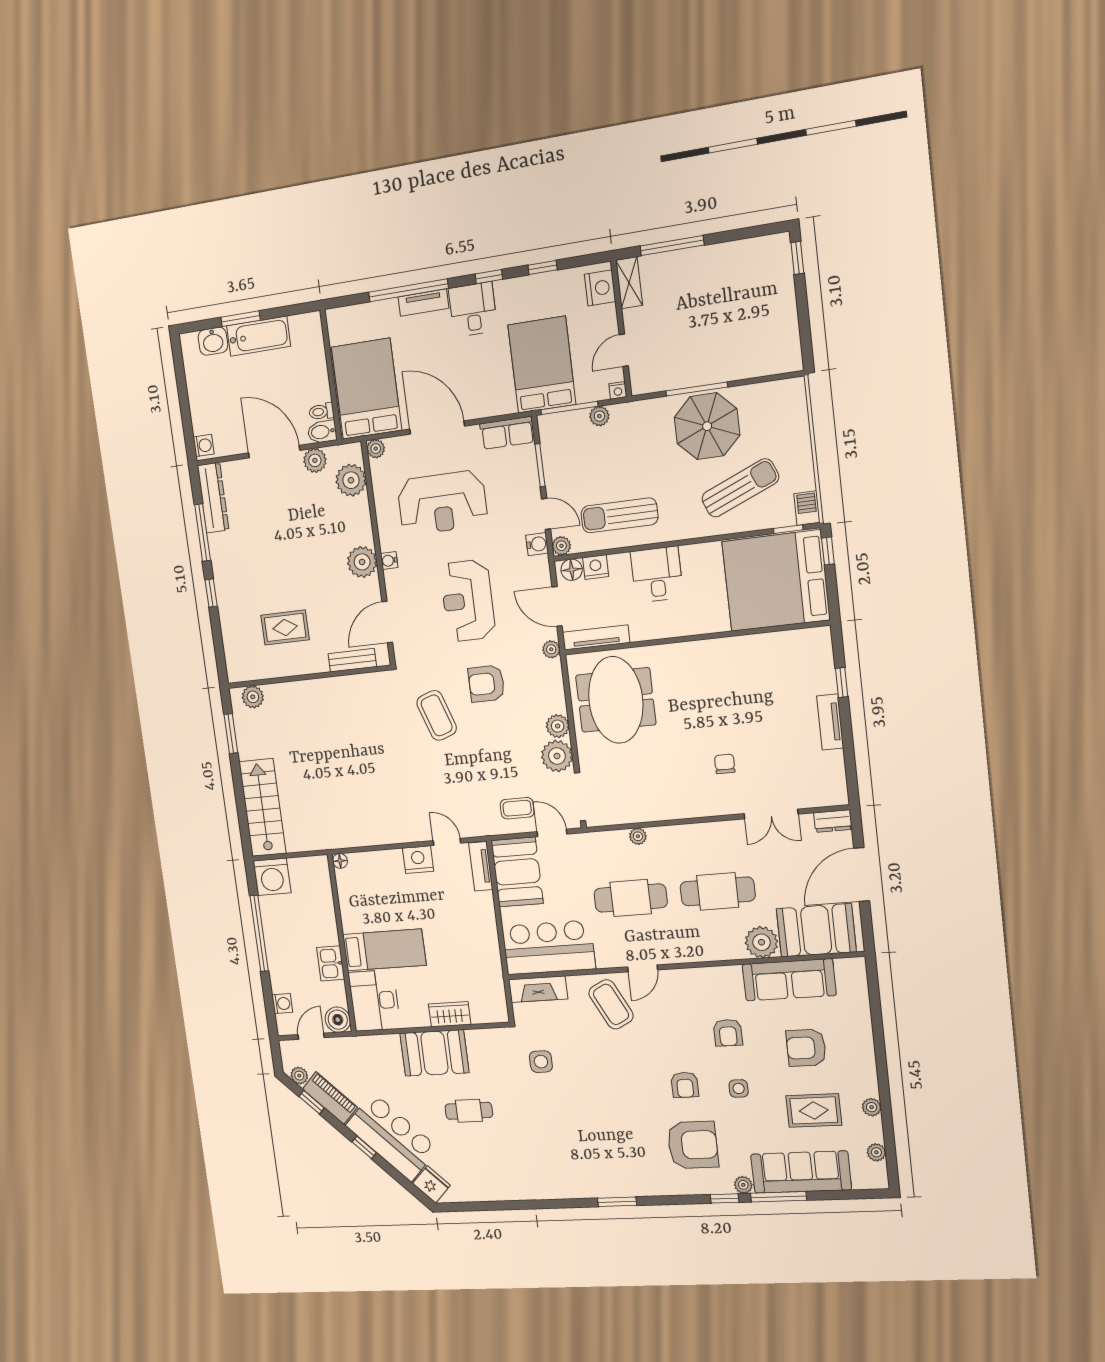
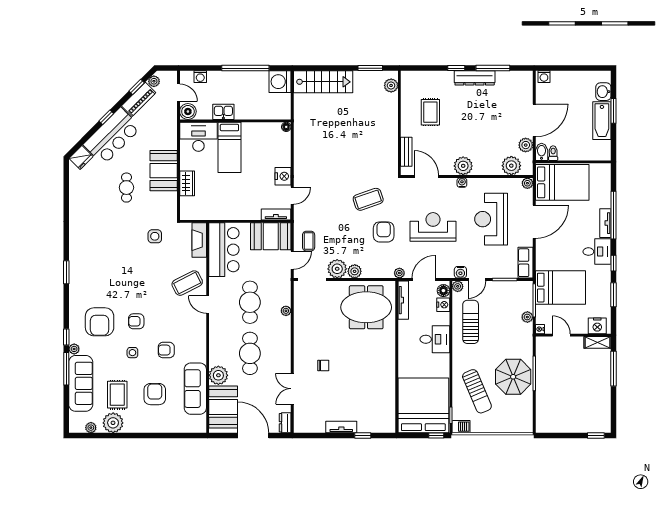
window: (543, 268) -> (614, 295), width x1.50
dresser: (213, 498) -> (475, 78), moved
plant: (872, 1107) -> (113, 423), width x1.87, depth x1.87

